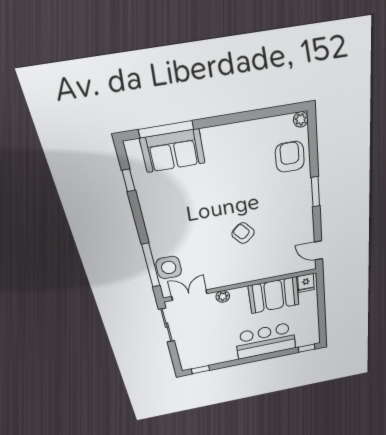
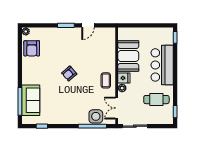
armchair: (290, 157) -> (32, 48), moved, turned -90
armchair: (243, 233) -> (69, 74), moved
door: (318, 250) -> (88, 25), moved
coffee table: (231, 271) -> (106, 80), added
fridge: (306, 283) -> (124, 78), moved
cafe table: (214, 344) -> (156, 100), added

